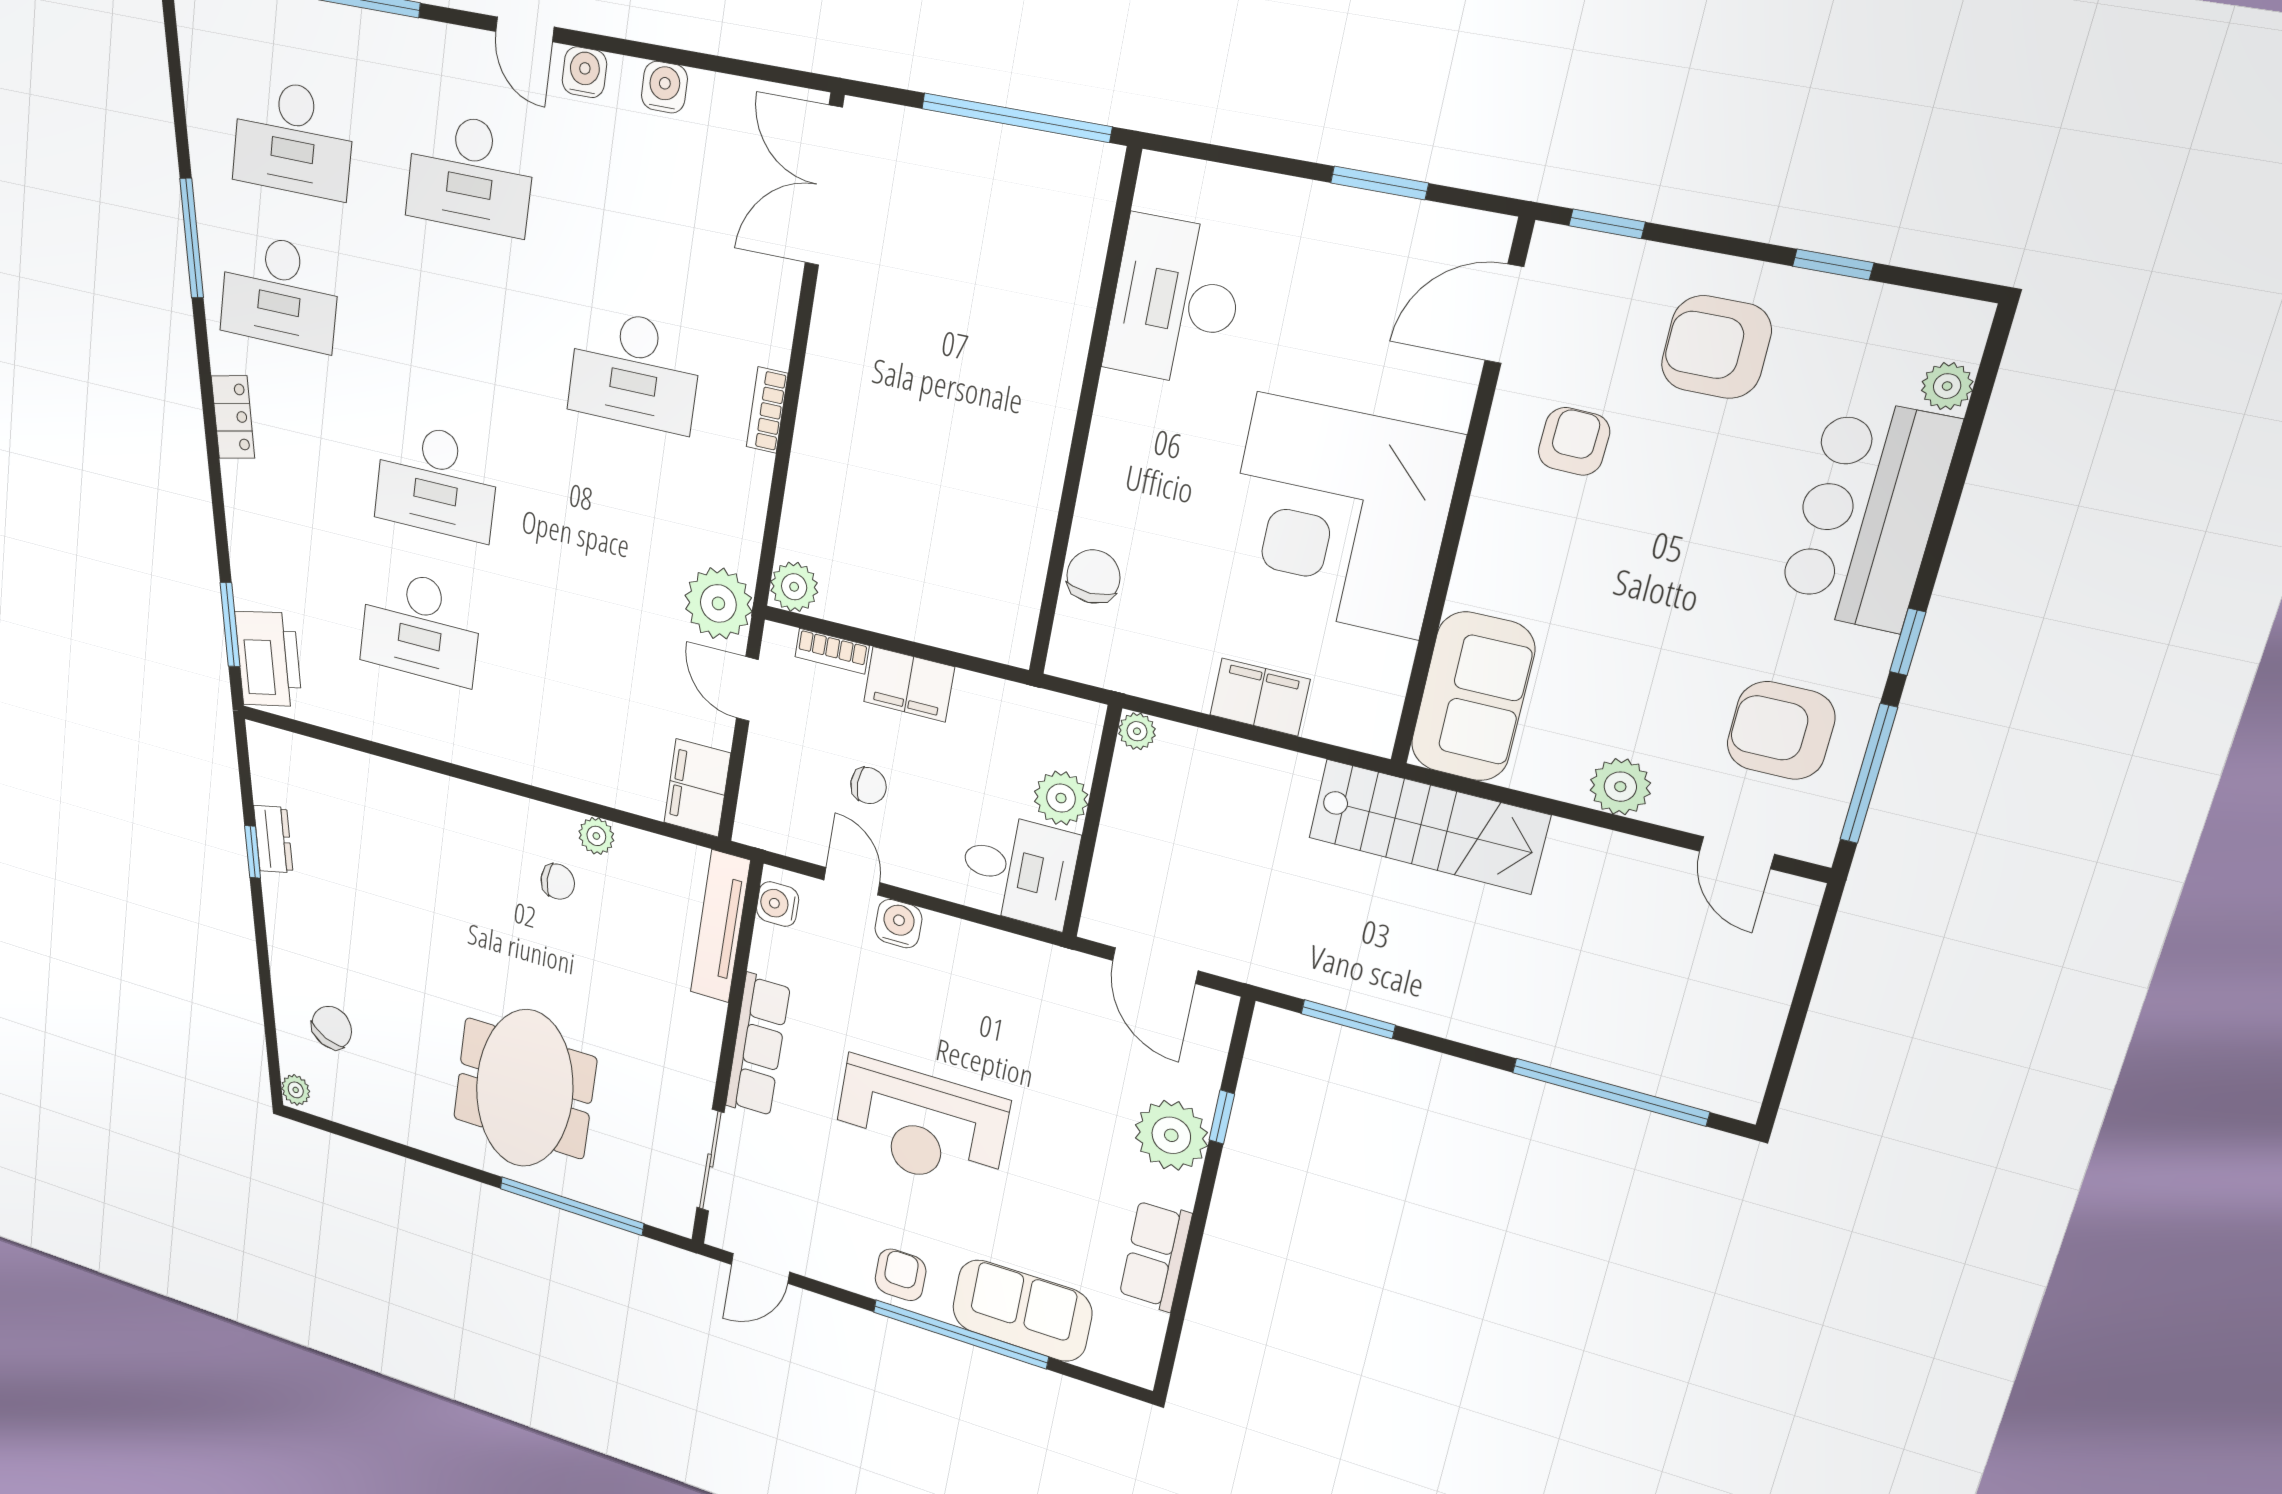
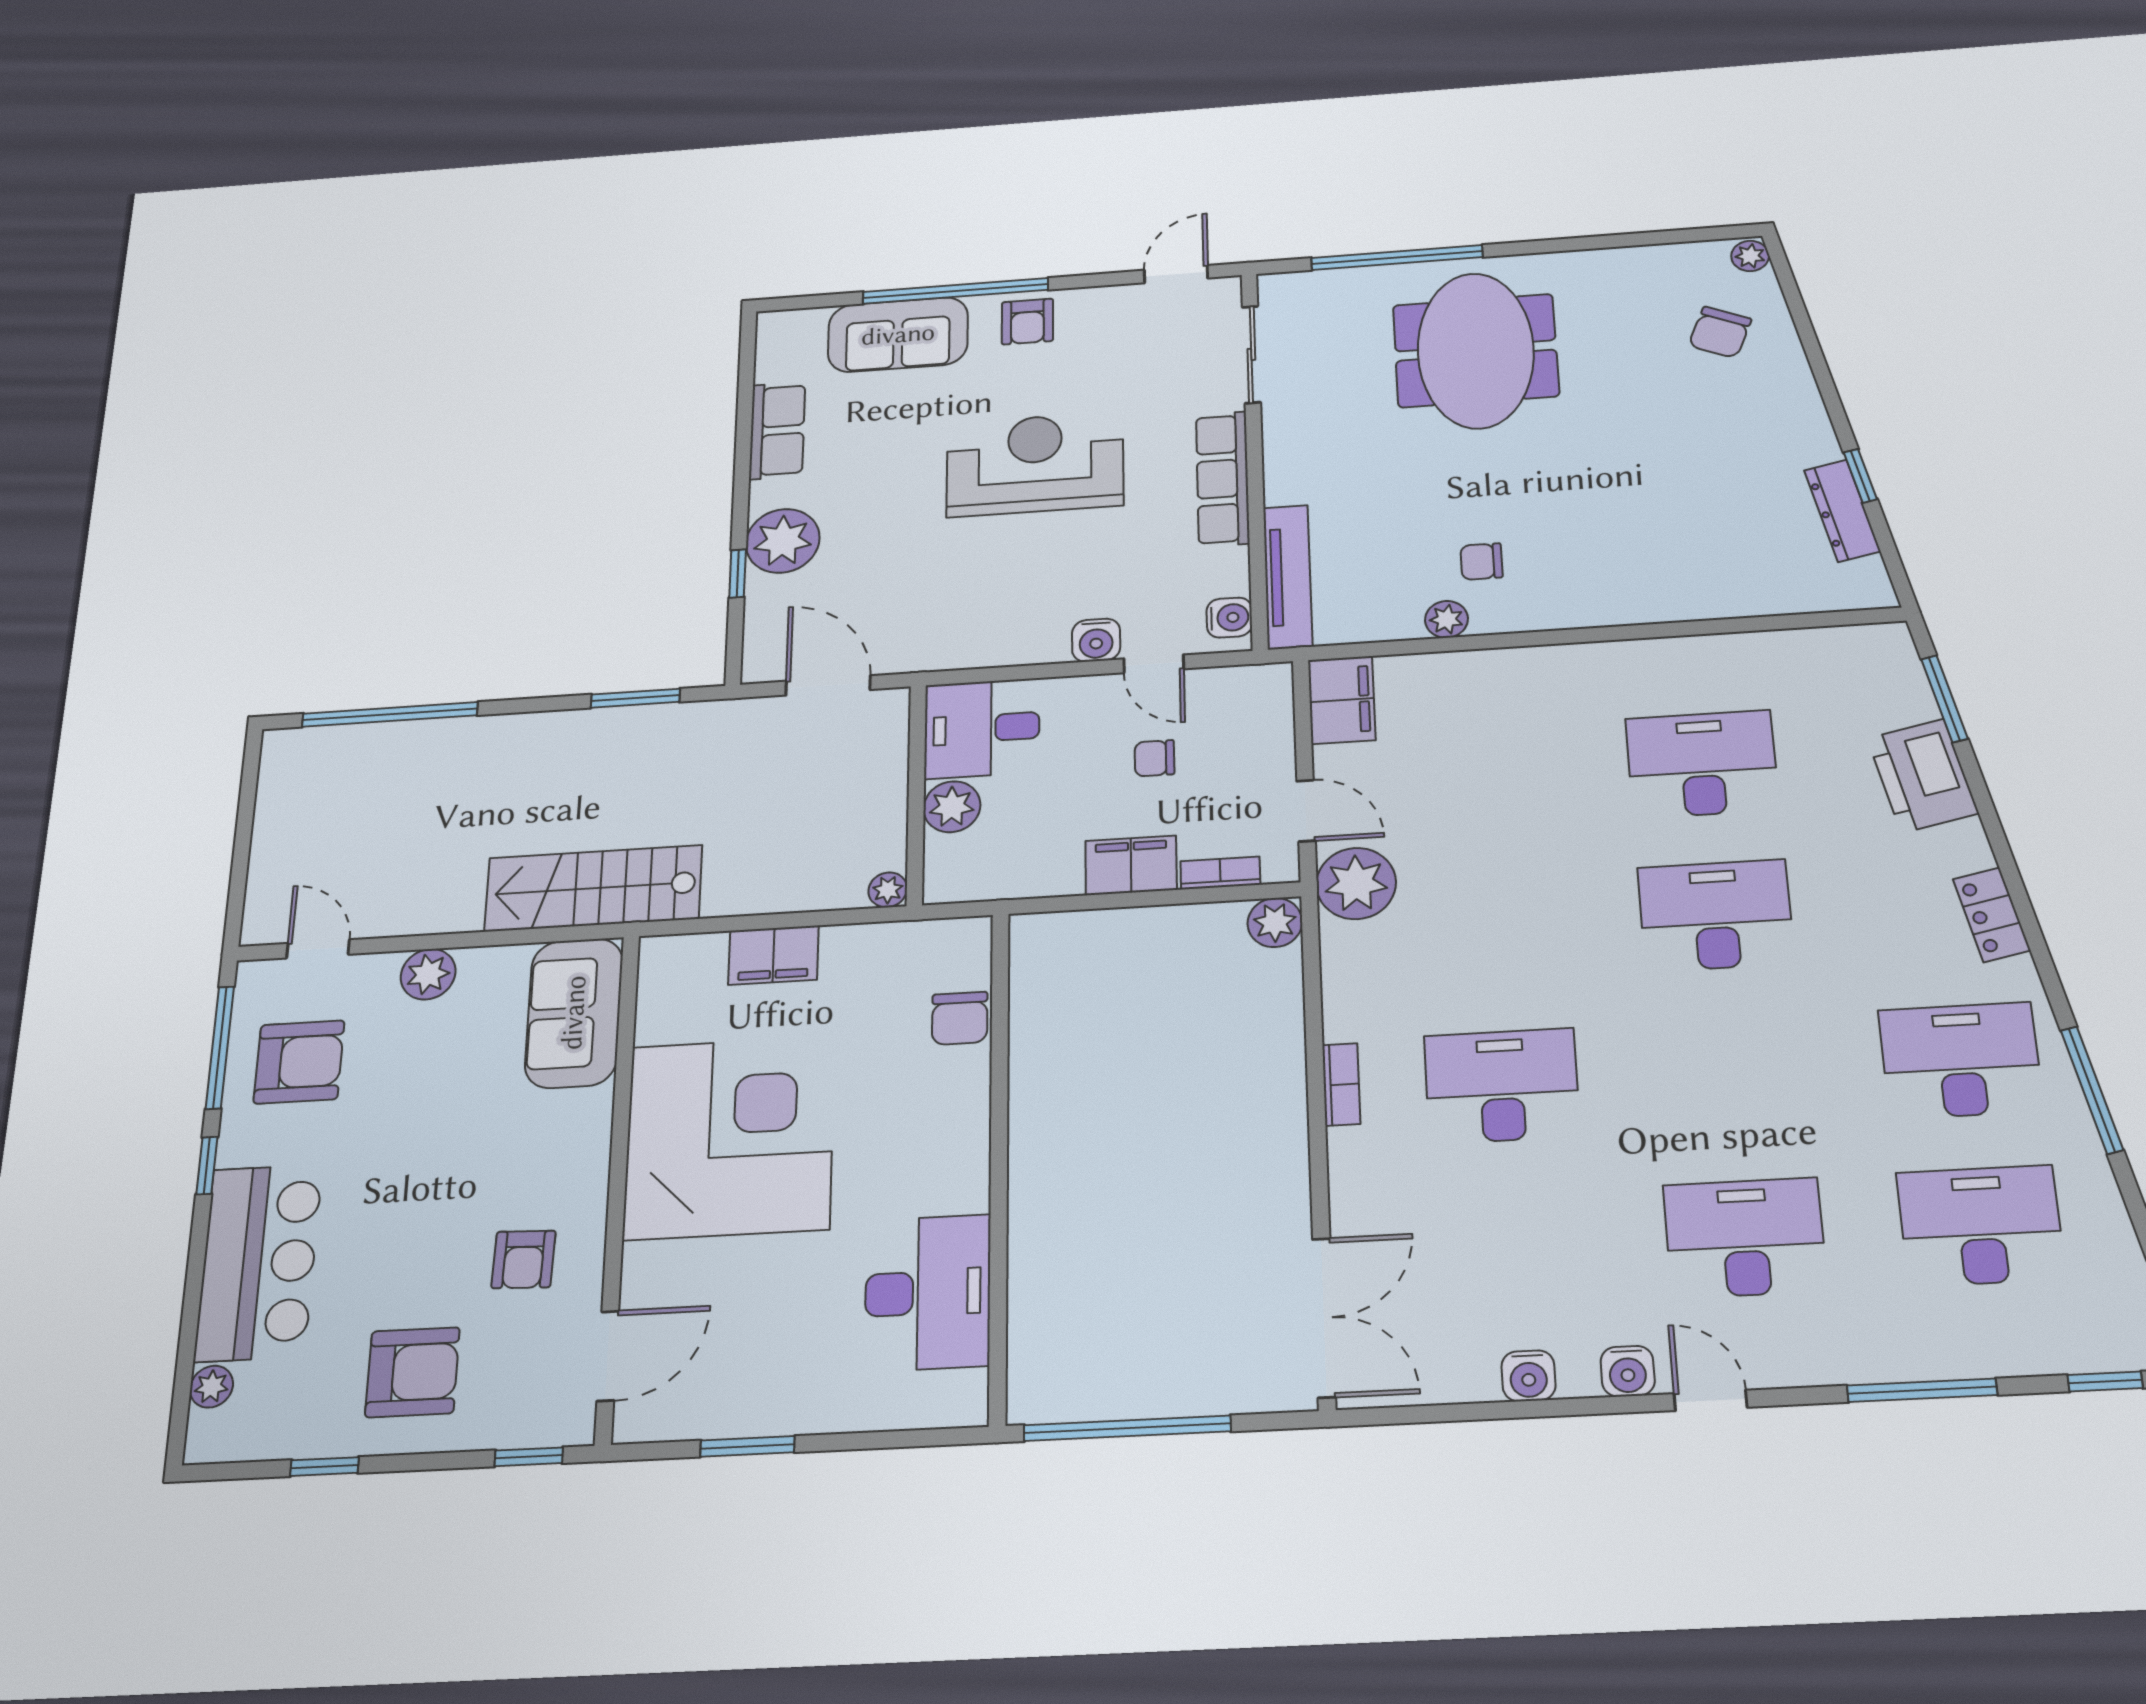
printer: (268, 659) -> (1923, 776), moved
dresser: (273, 839) -> (1842, 511), width x1.44

